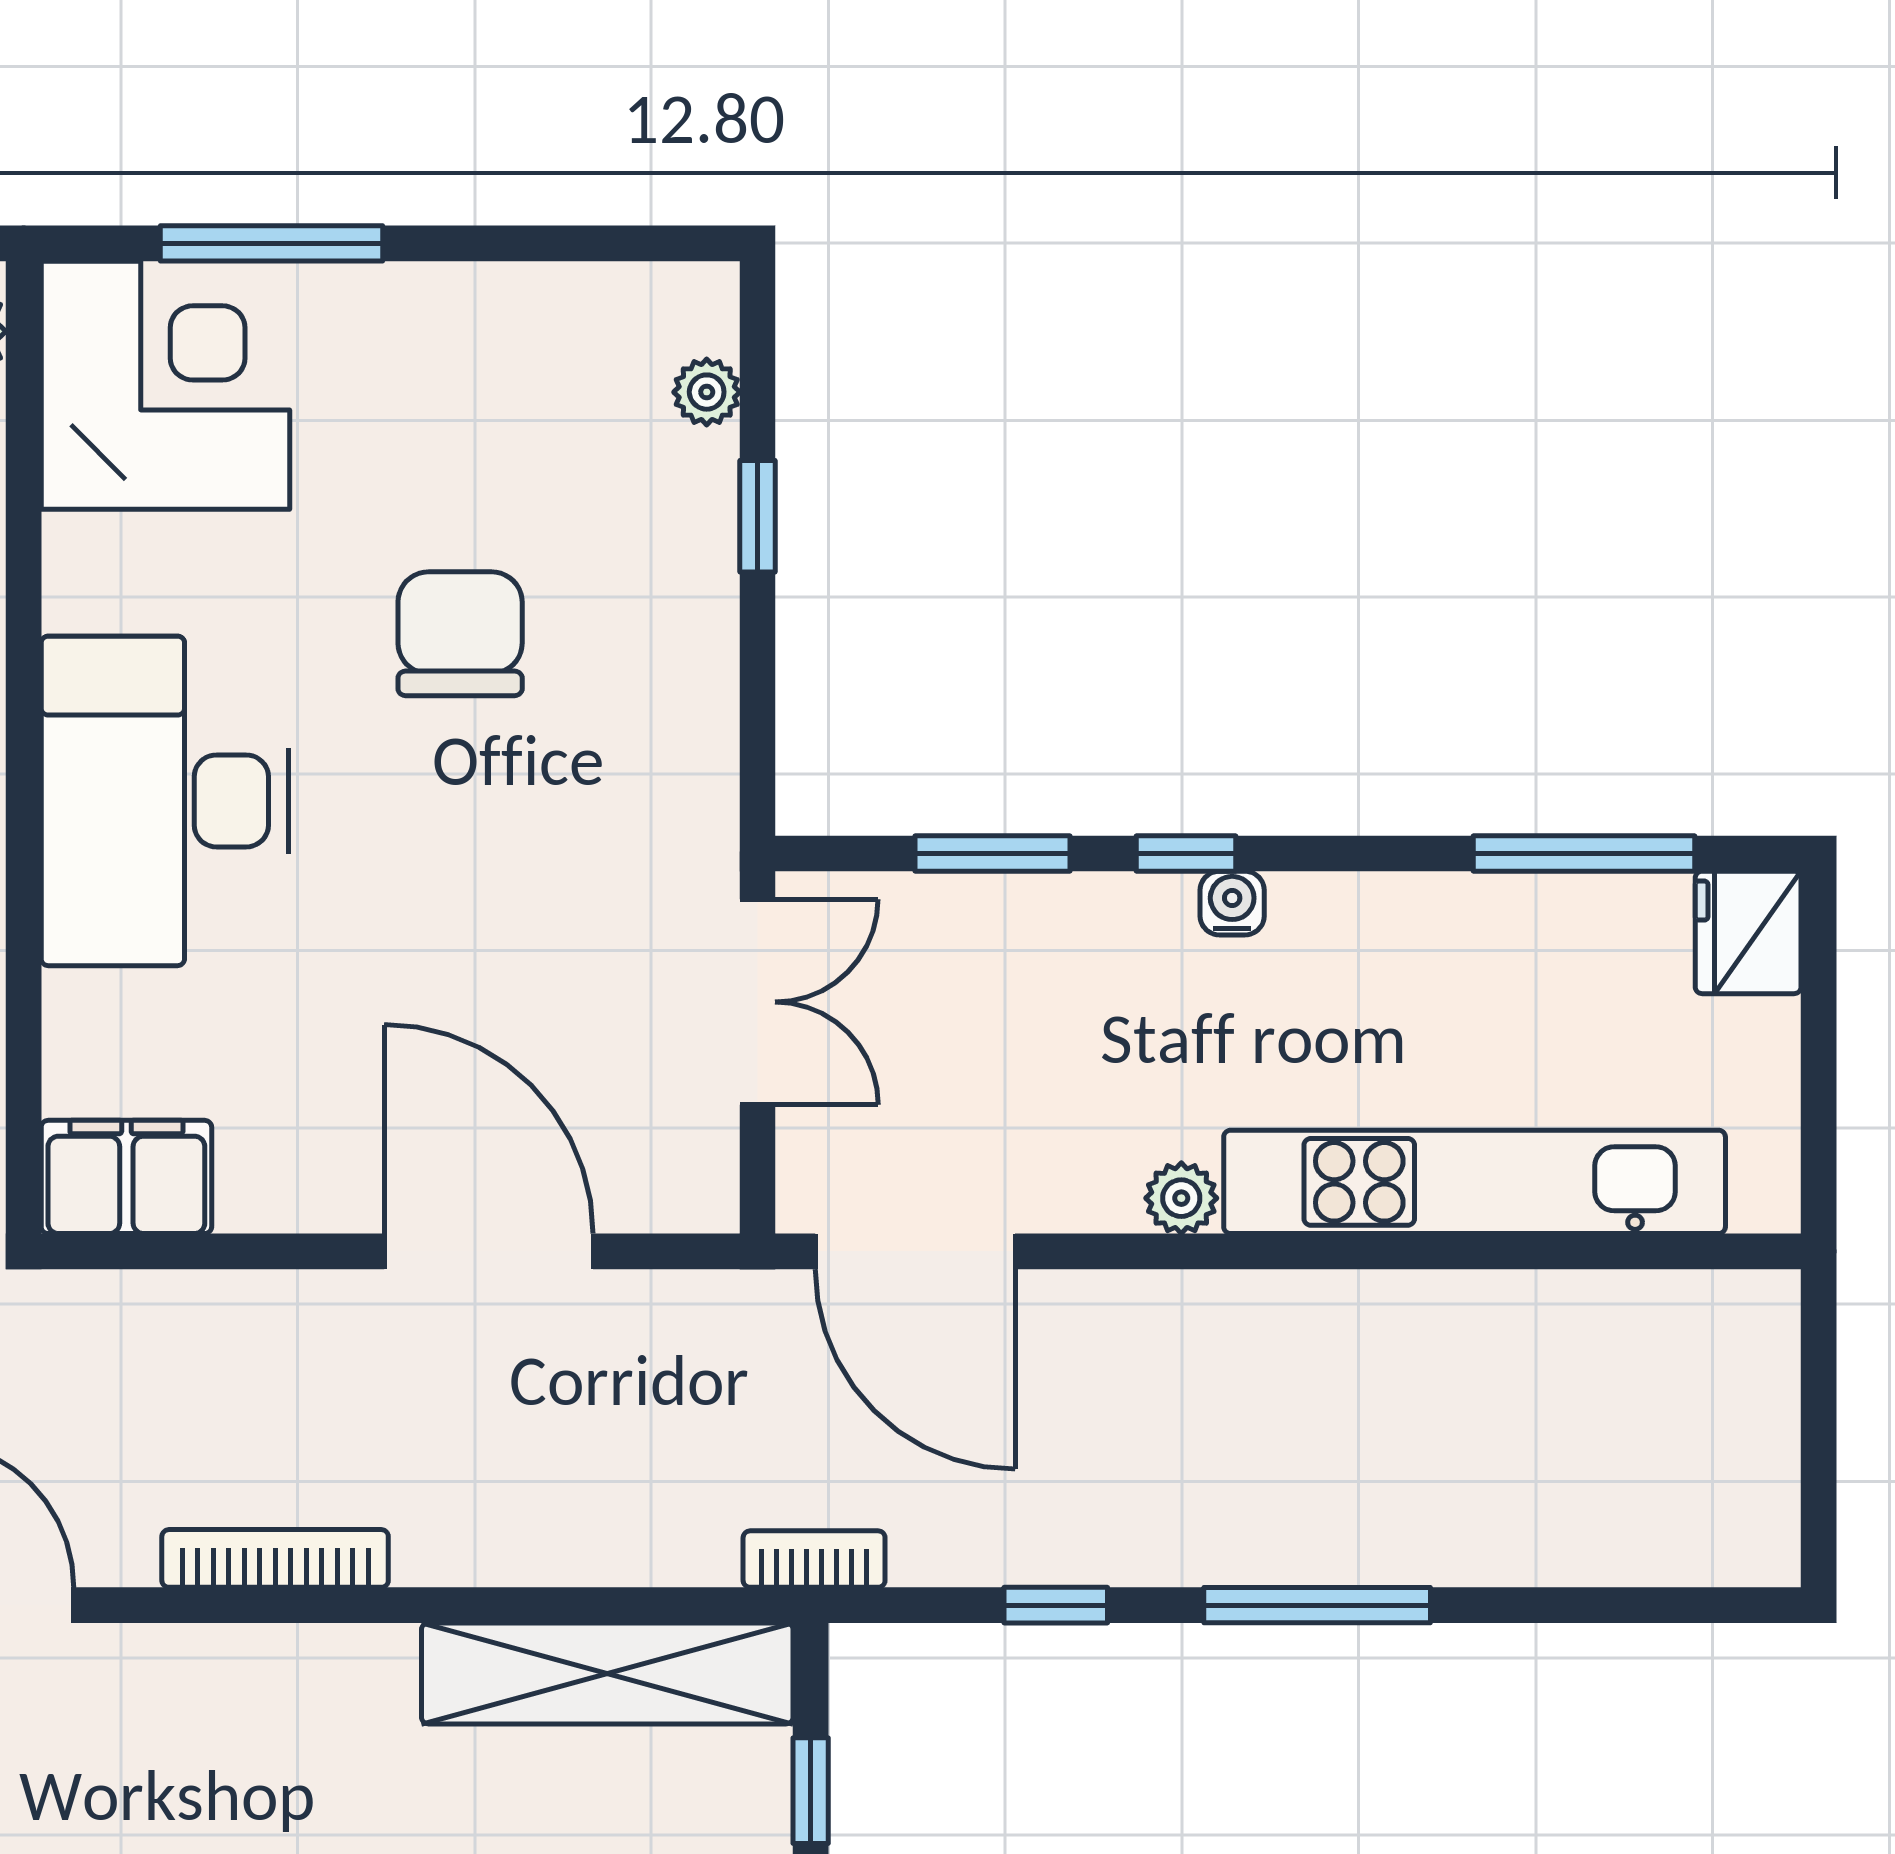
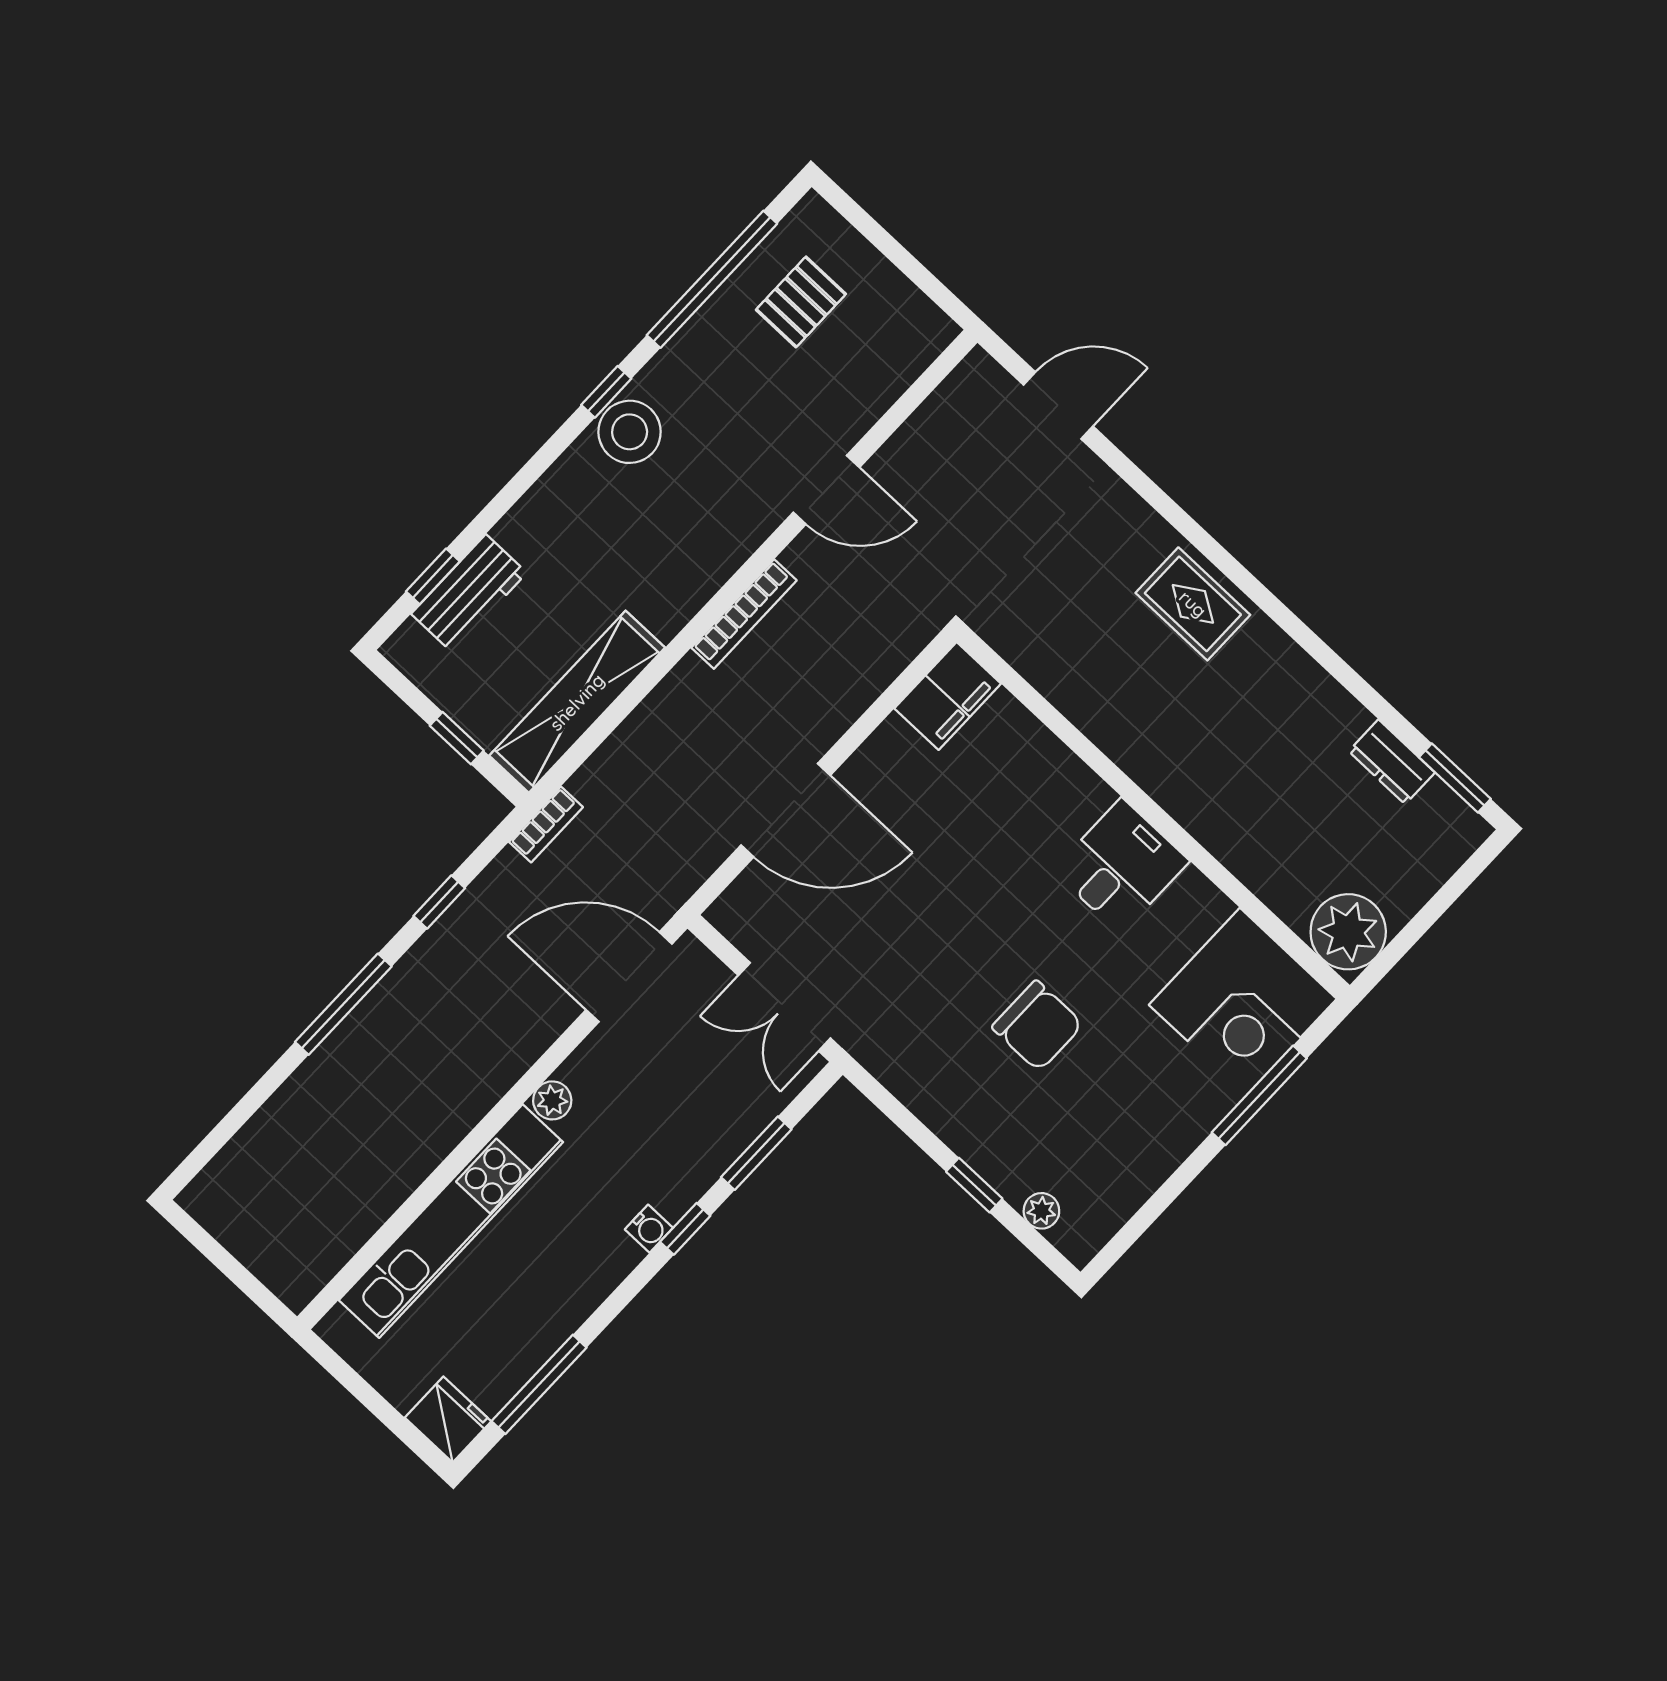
desk: (165, 801) -> (1121, 866), width x0.53, depth x0.77

